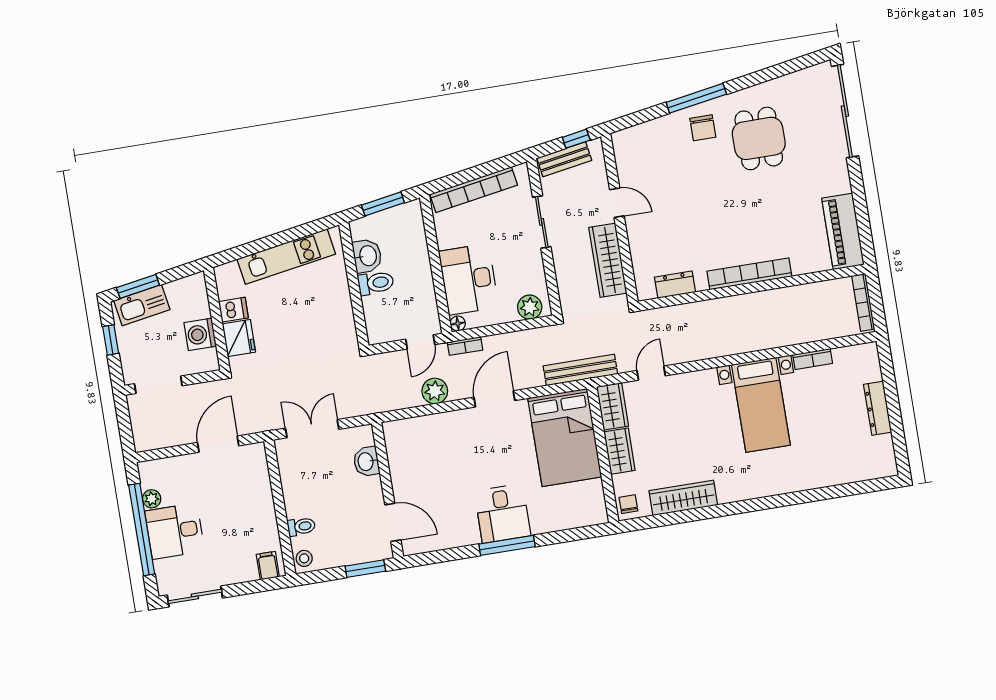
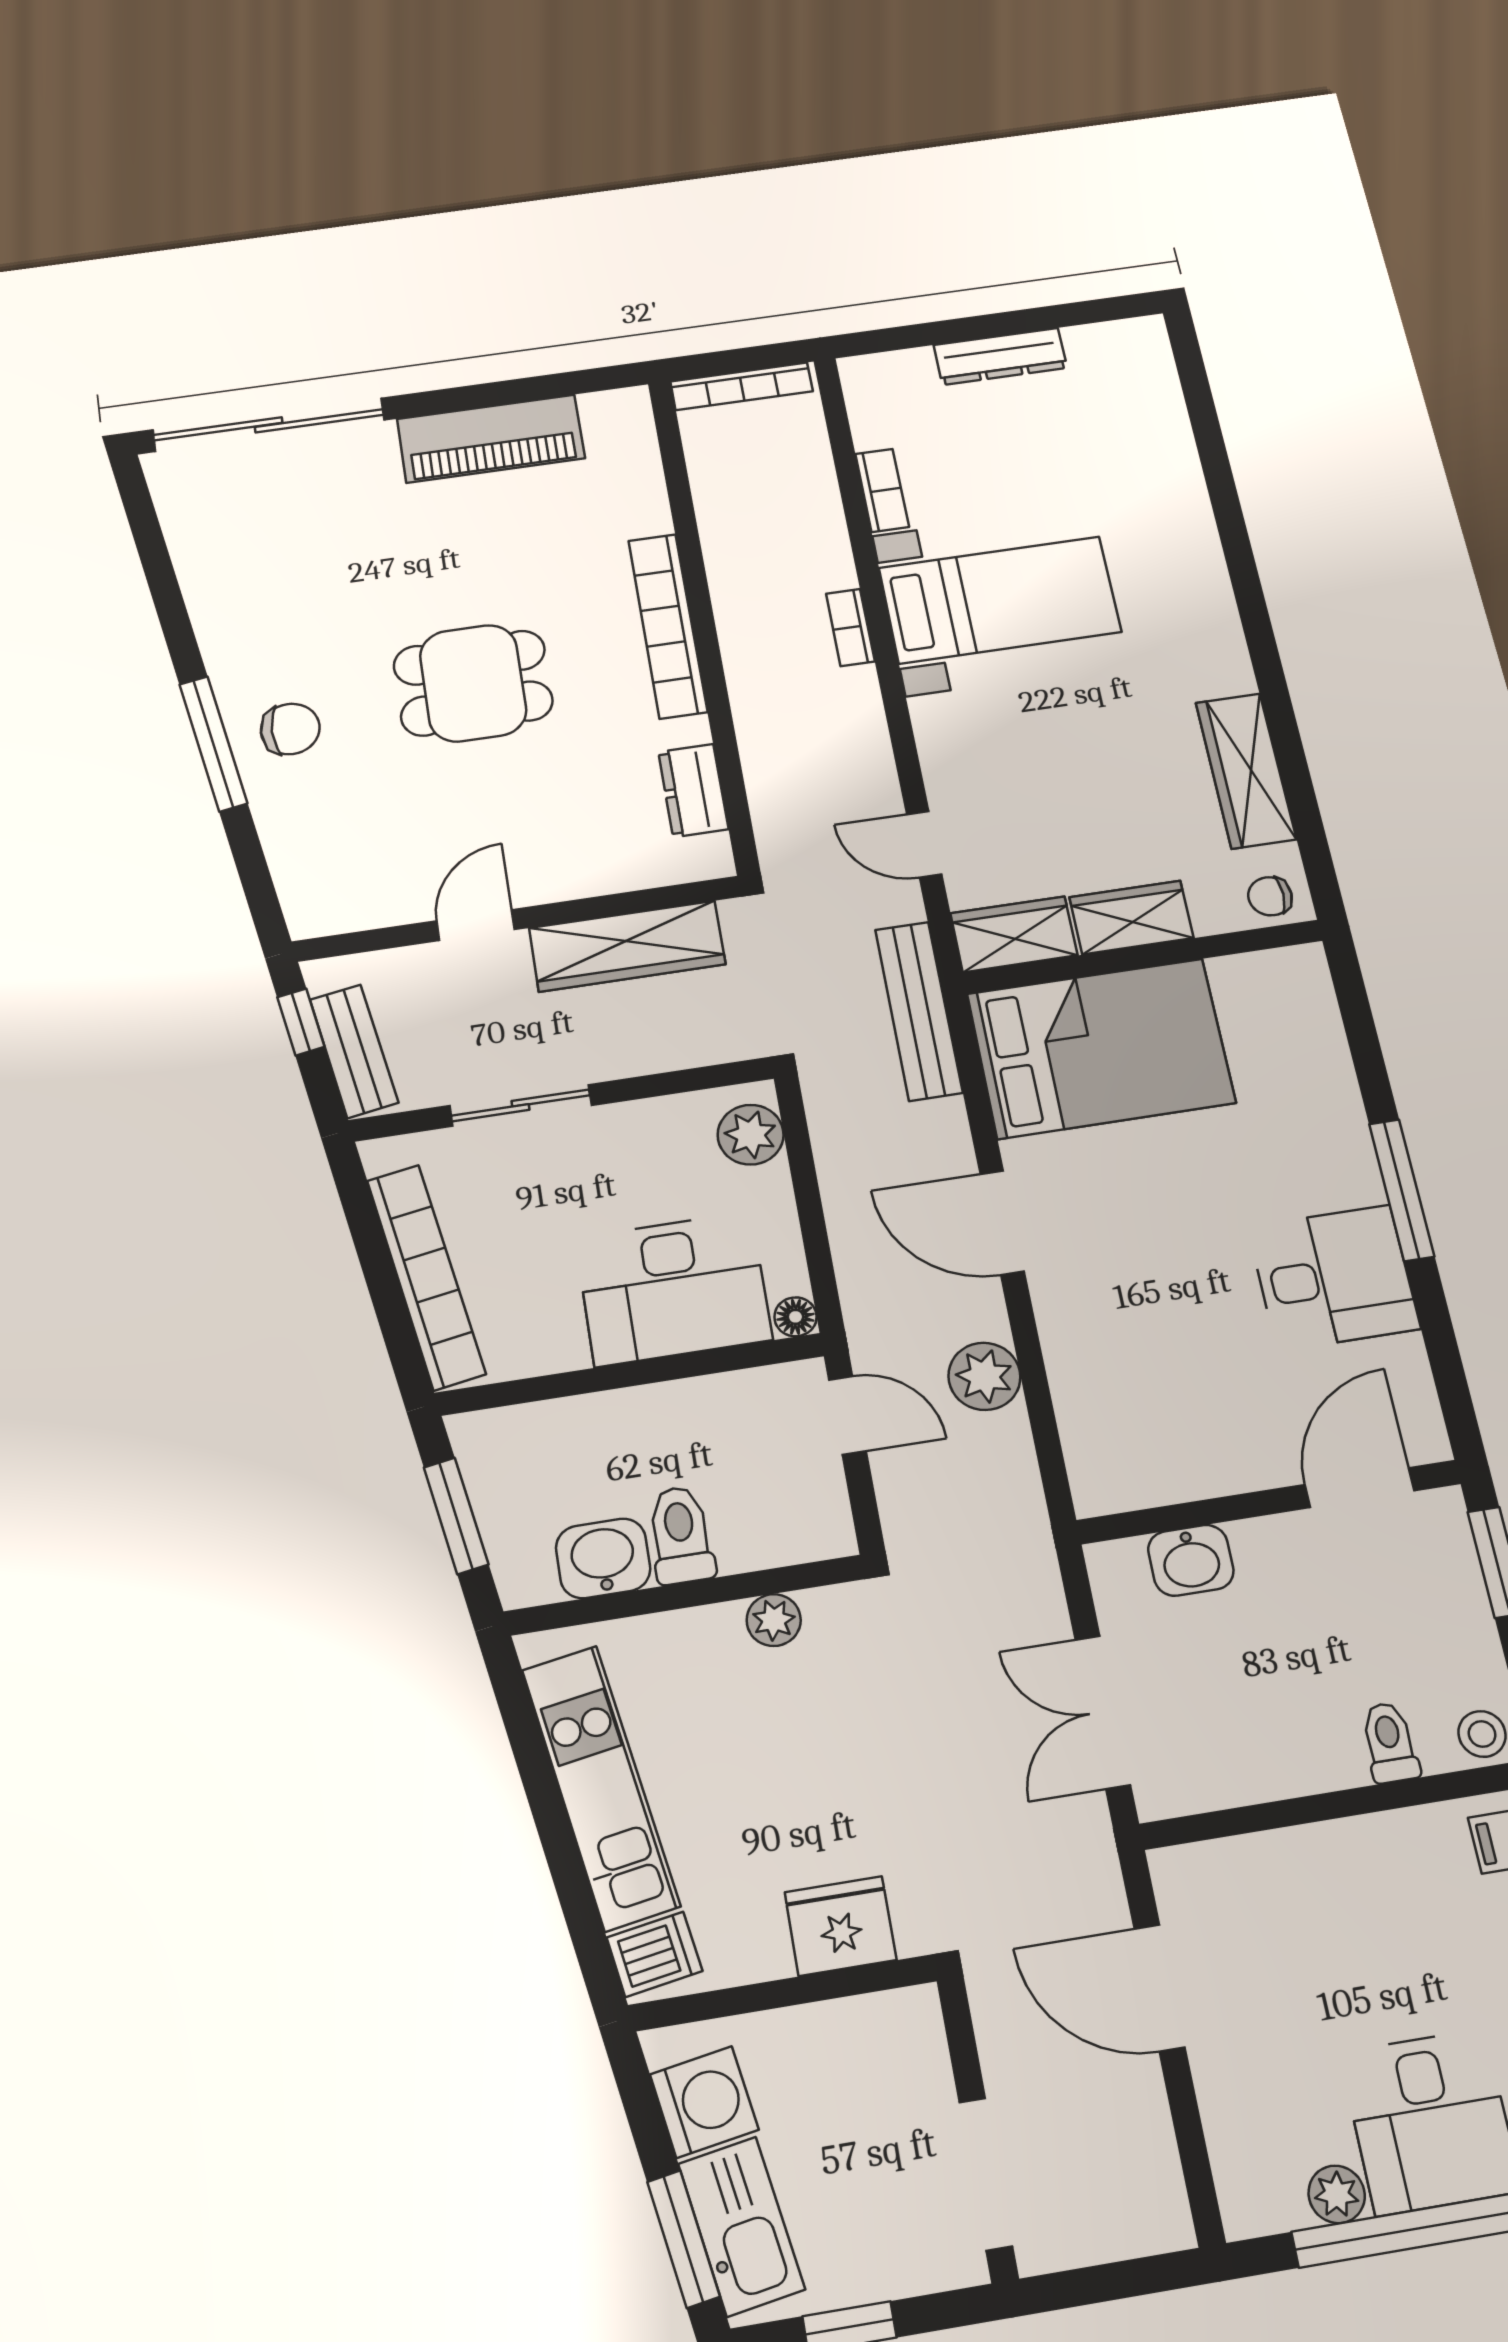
dining table: (759, 138) -> (473, 683), moved
piano: (843, 231) -> (491, 439), moved
dishwasher: (233, 310) -> (654, 1954), moved, turned 81
plant: (345, 316) -> (774, 1620), added
washing machine: (200, 334) -> (704, 2102), moved, turned -99
bookcase: (465, 346) -> (850, 627), moved, turned 180
desk: (503, 513) -> (1334, 1278), moved

